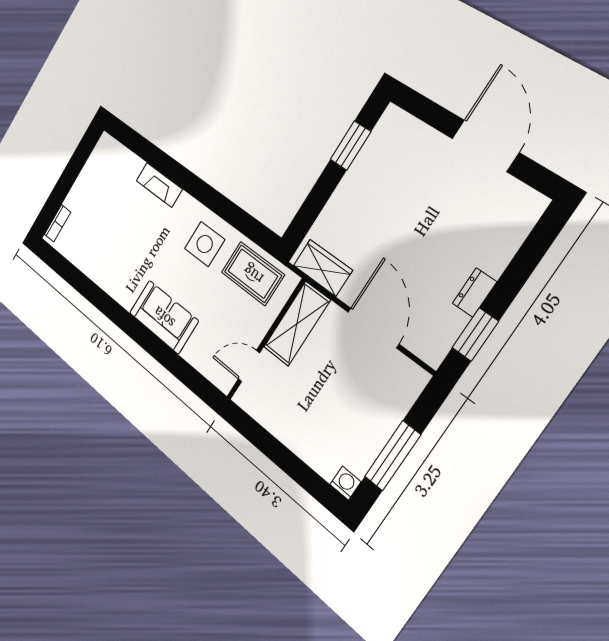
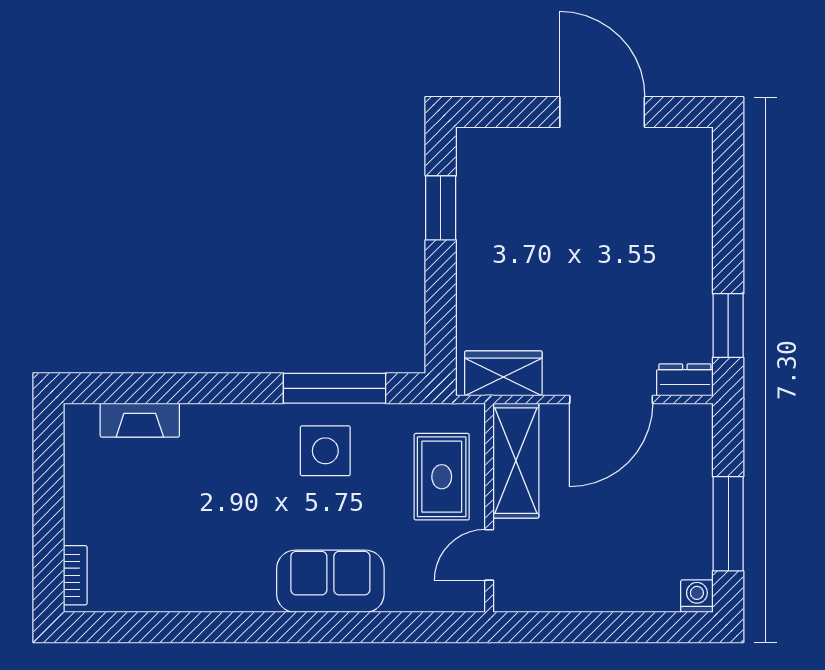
fireplace: (159, 185) -> (140, 420), moved
window: (230, 213) -> (335, 388), added
rug: (253, 274) -> (442, 477), moved, turned 90
dresser: (474, 293) -> (685, 380), moved, turned 90
door: (373, 328) -> (611, 399), swing flipped

